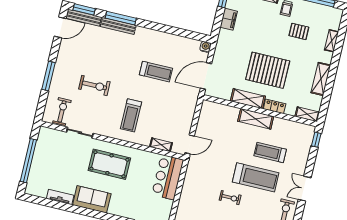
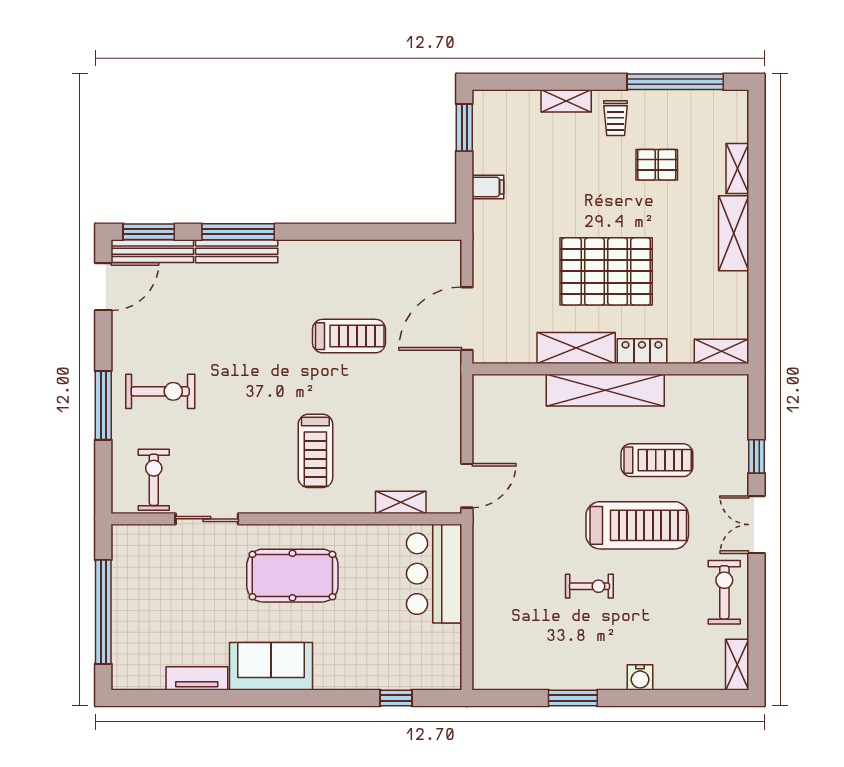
filing cabinet: (229, 19) -> (488, 187), width x0.50
water cooler: (205, 47) -> (450, 252), removed
shelving: (321, 79) -> (734, 233), moved
exercise bike: (94, 85) -> (160, 391), moved
shelving: (256, 119) -> (605, 390), width x1.47
window: (316, 140) -> (757, 456), moved
treadmill: (270, 153) -> (657, 460), turned 180

